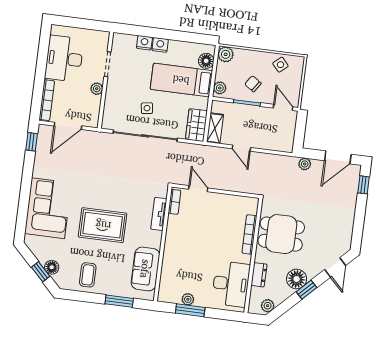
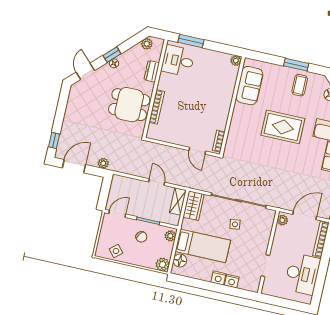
plant: (97, 89) -> (282, 220), moved
door: (283, 107) -> (117, 214), swing flipped
tv unit: (159, 214) -> (233, 132), removed
floor lamp: (297, 279) -> (114, 63), width x0.53, depth x0.53
desk: (231, 284) -> (178, 61), width x0.73
plant: (188, 299) -> (236, 61), moved
window: (119, 301) -> (296, 65), moved
window: (190, 310) -> (191, 41), moved

